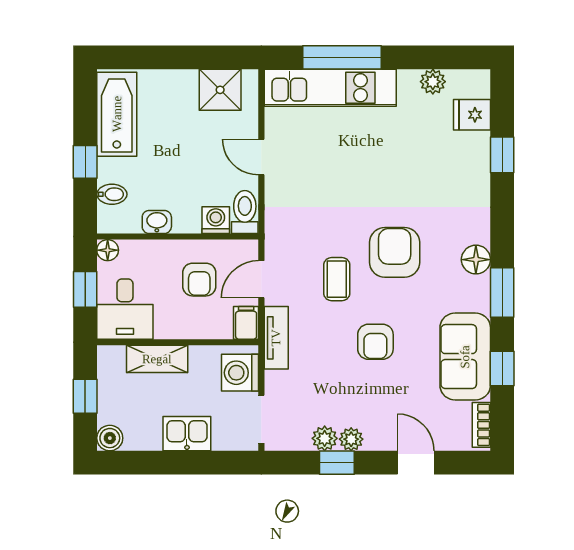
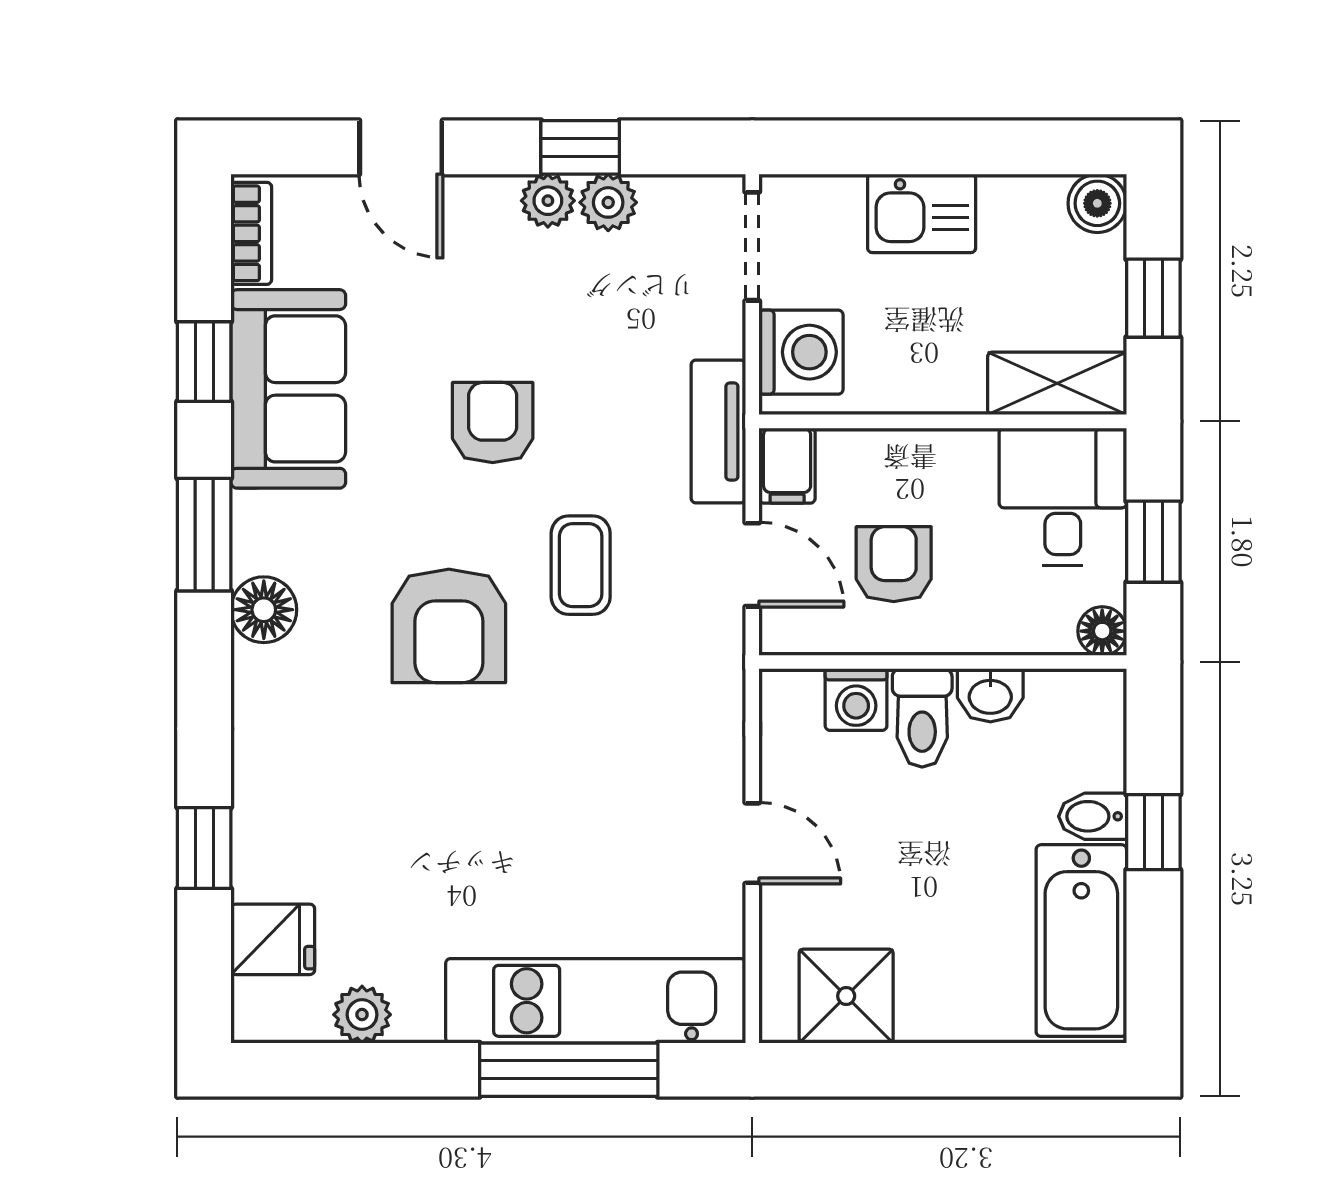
bidet: (112, 194) -> (1093, 816), moved
toilet: (245, 212) -> (922, 718), moved
door: (261, 279) -> (752, 565), hinge flipped
shelving: (157, 359) -> (1057, 383), moved

